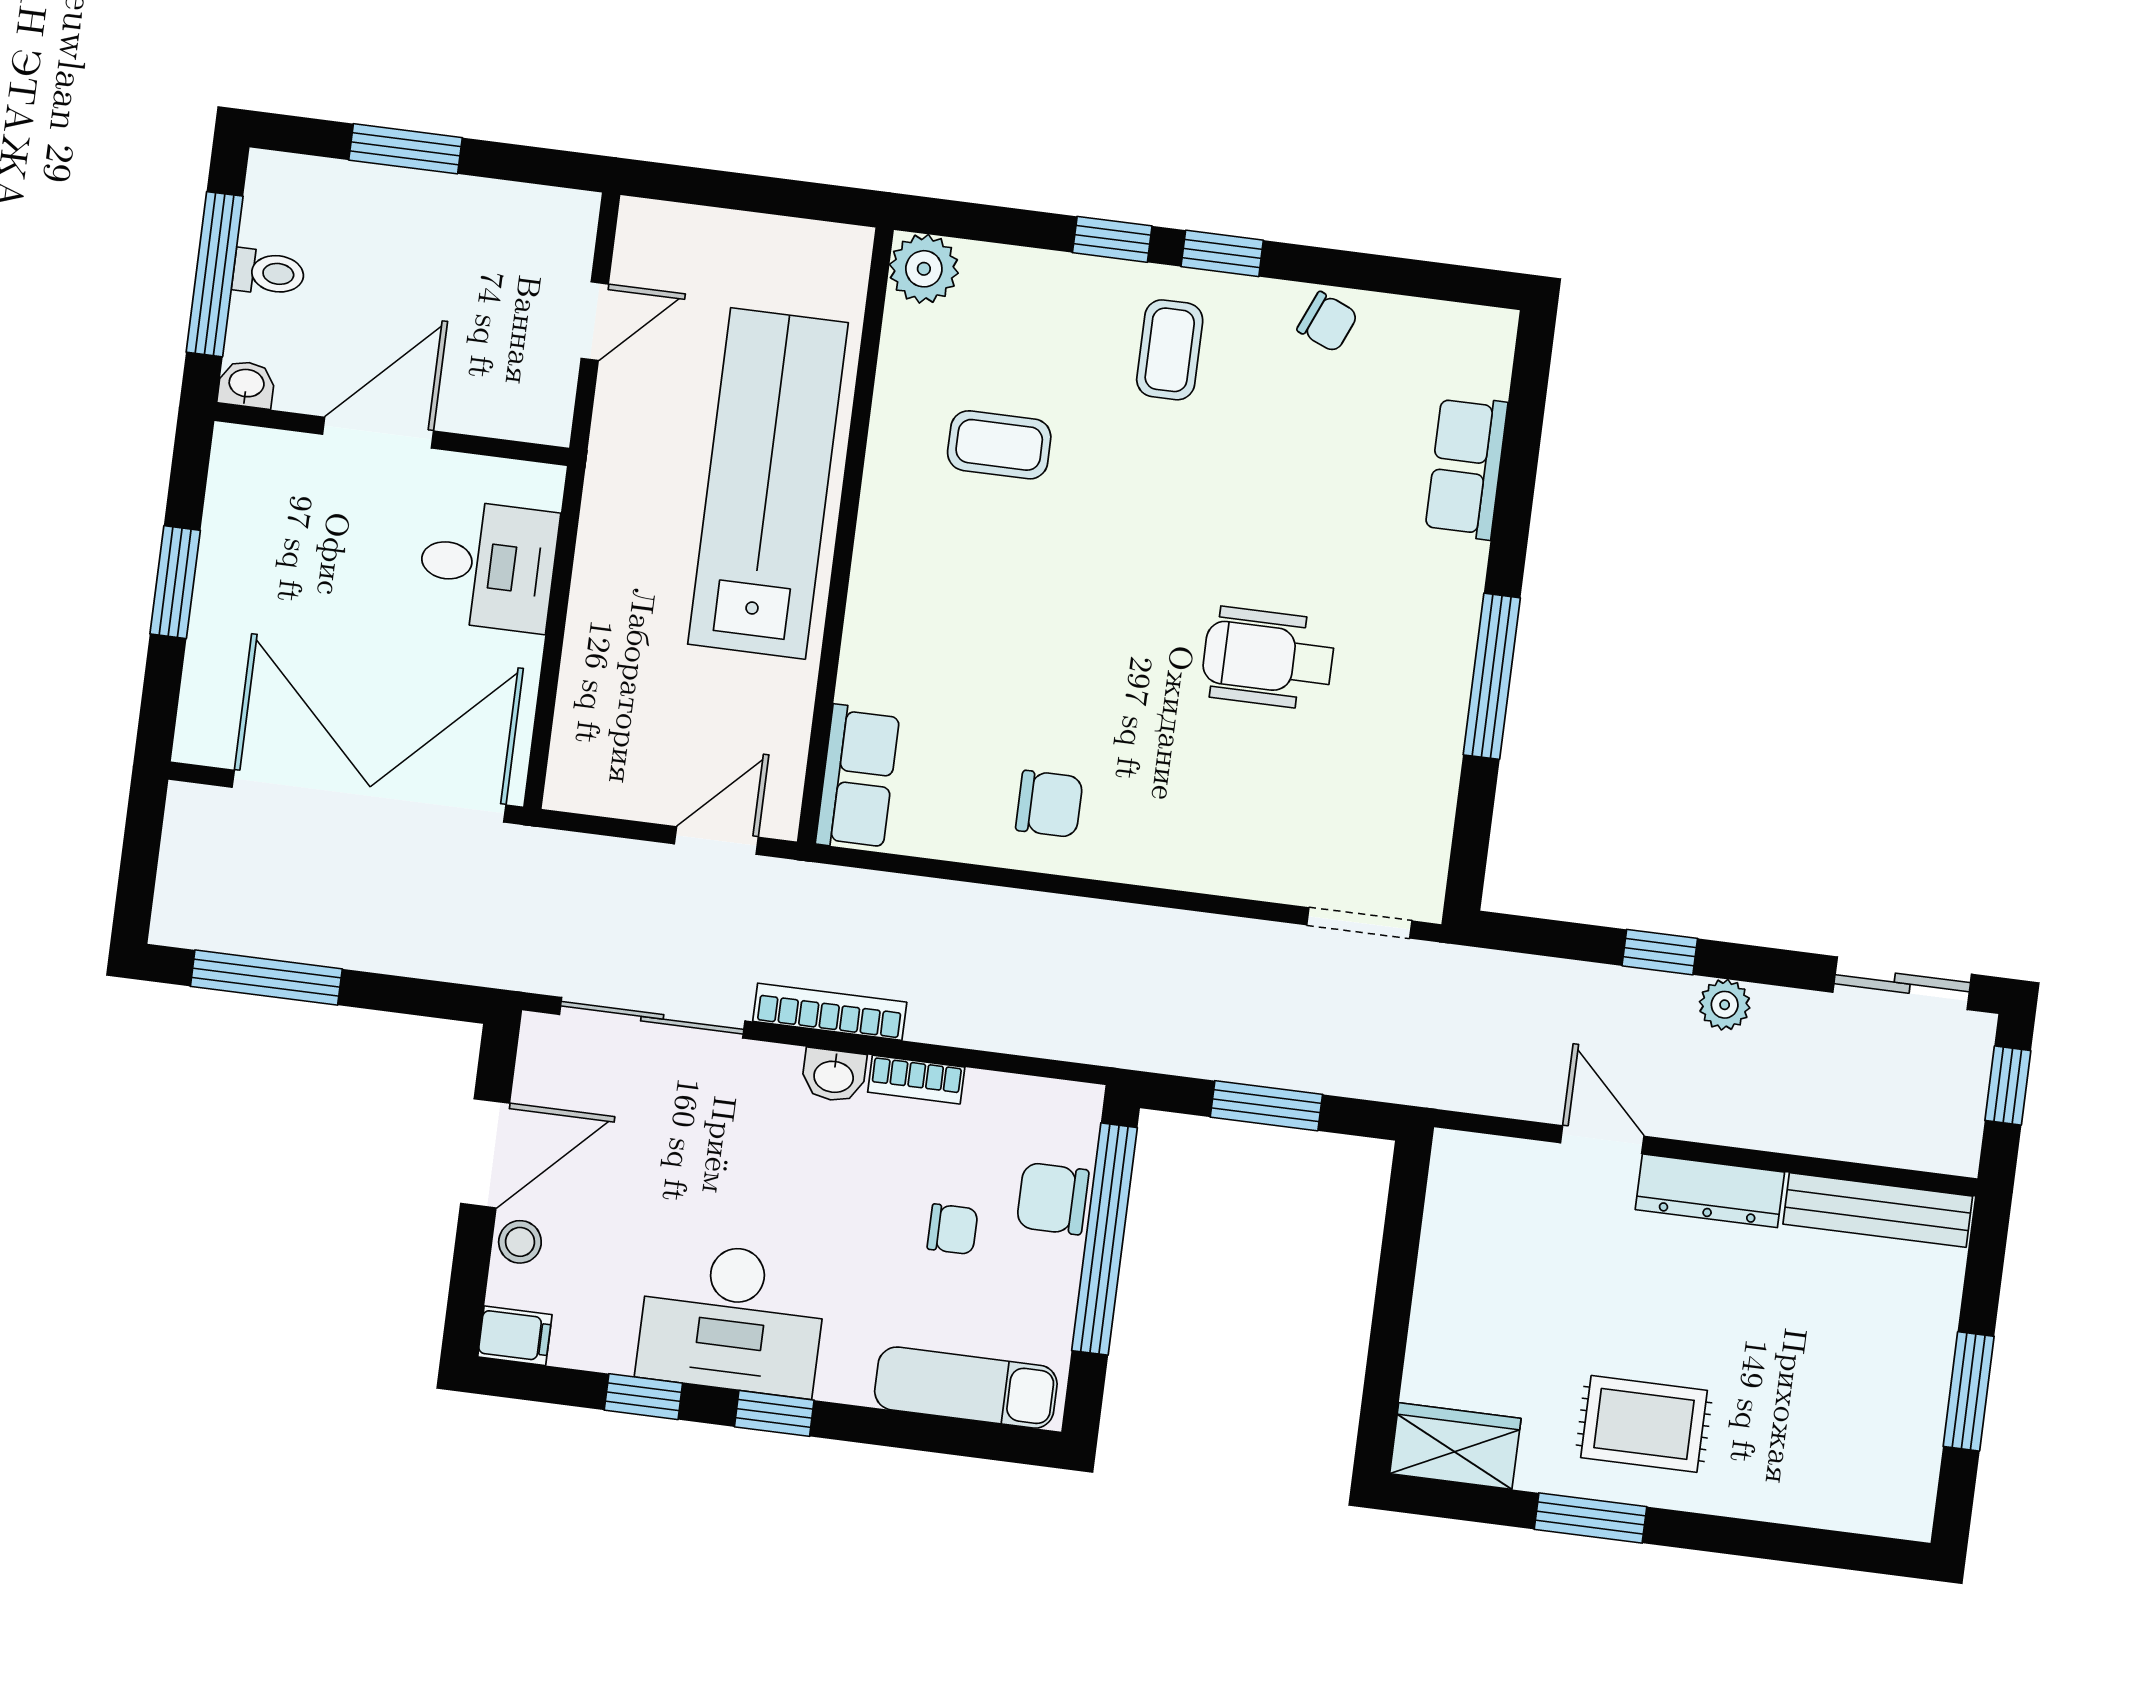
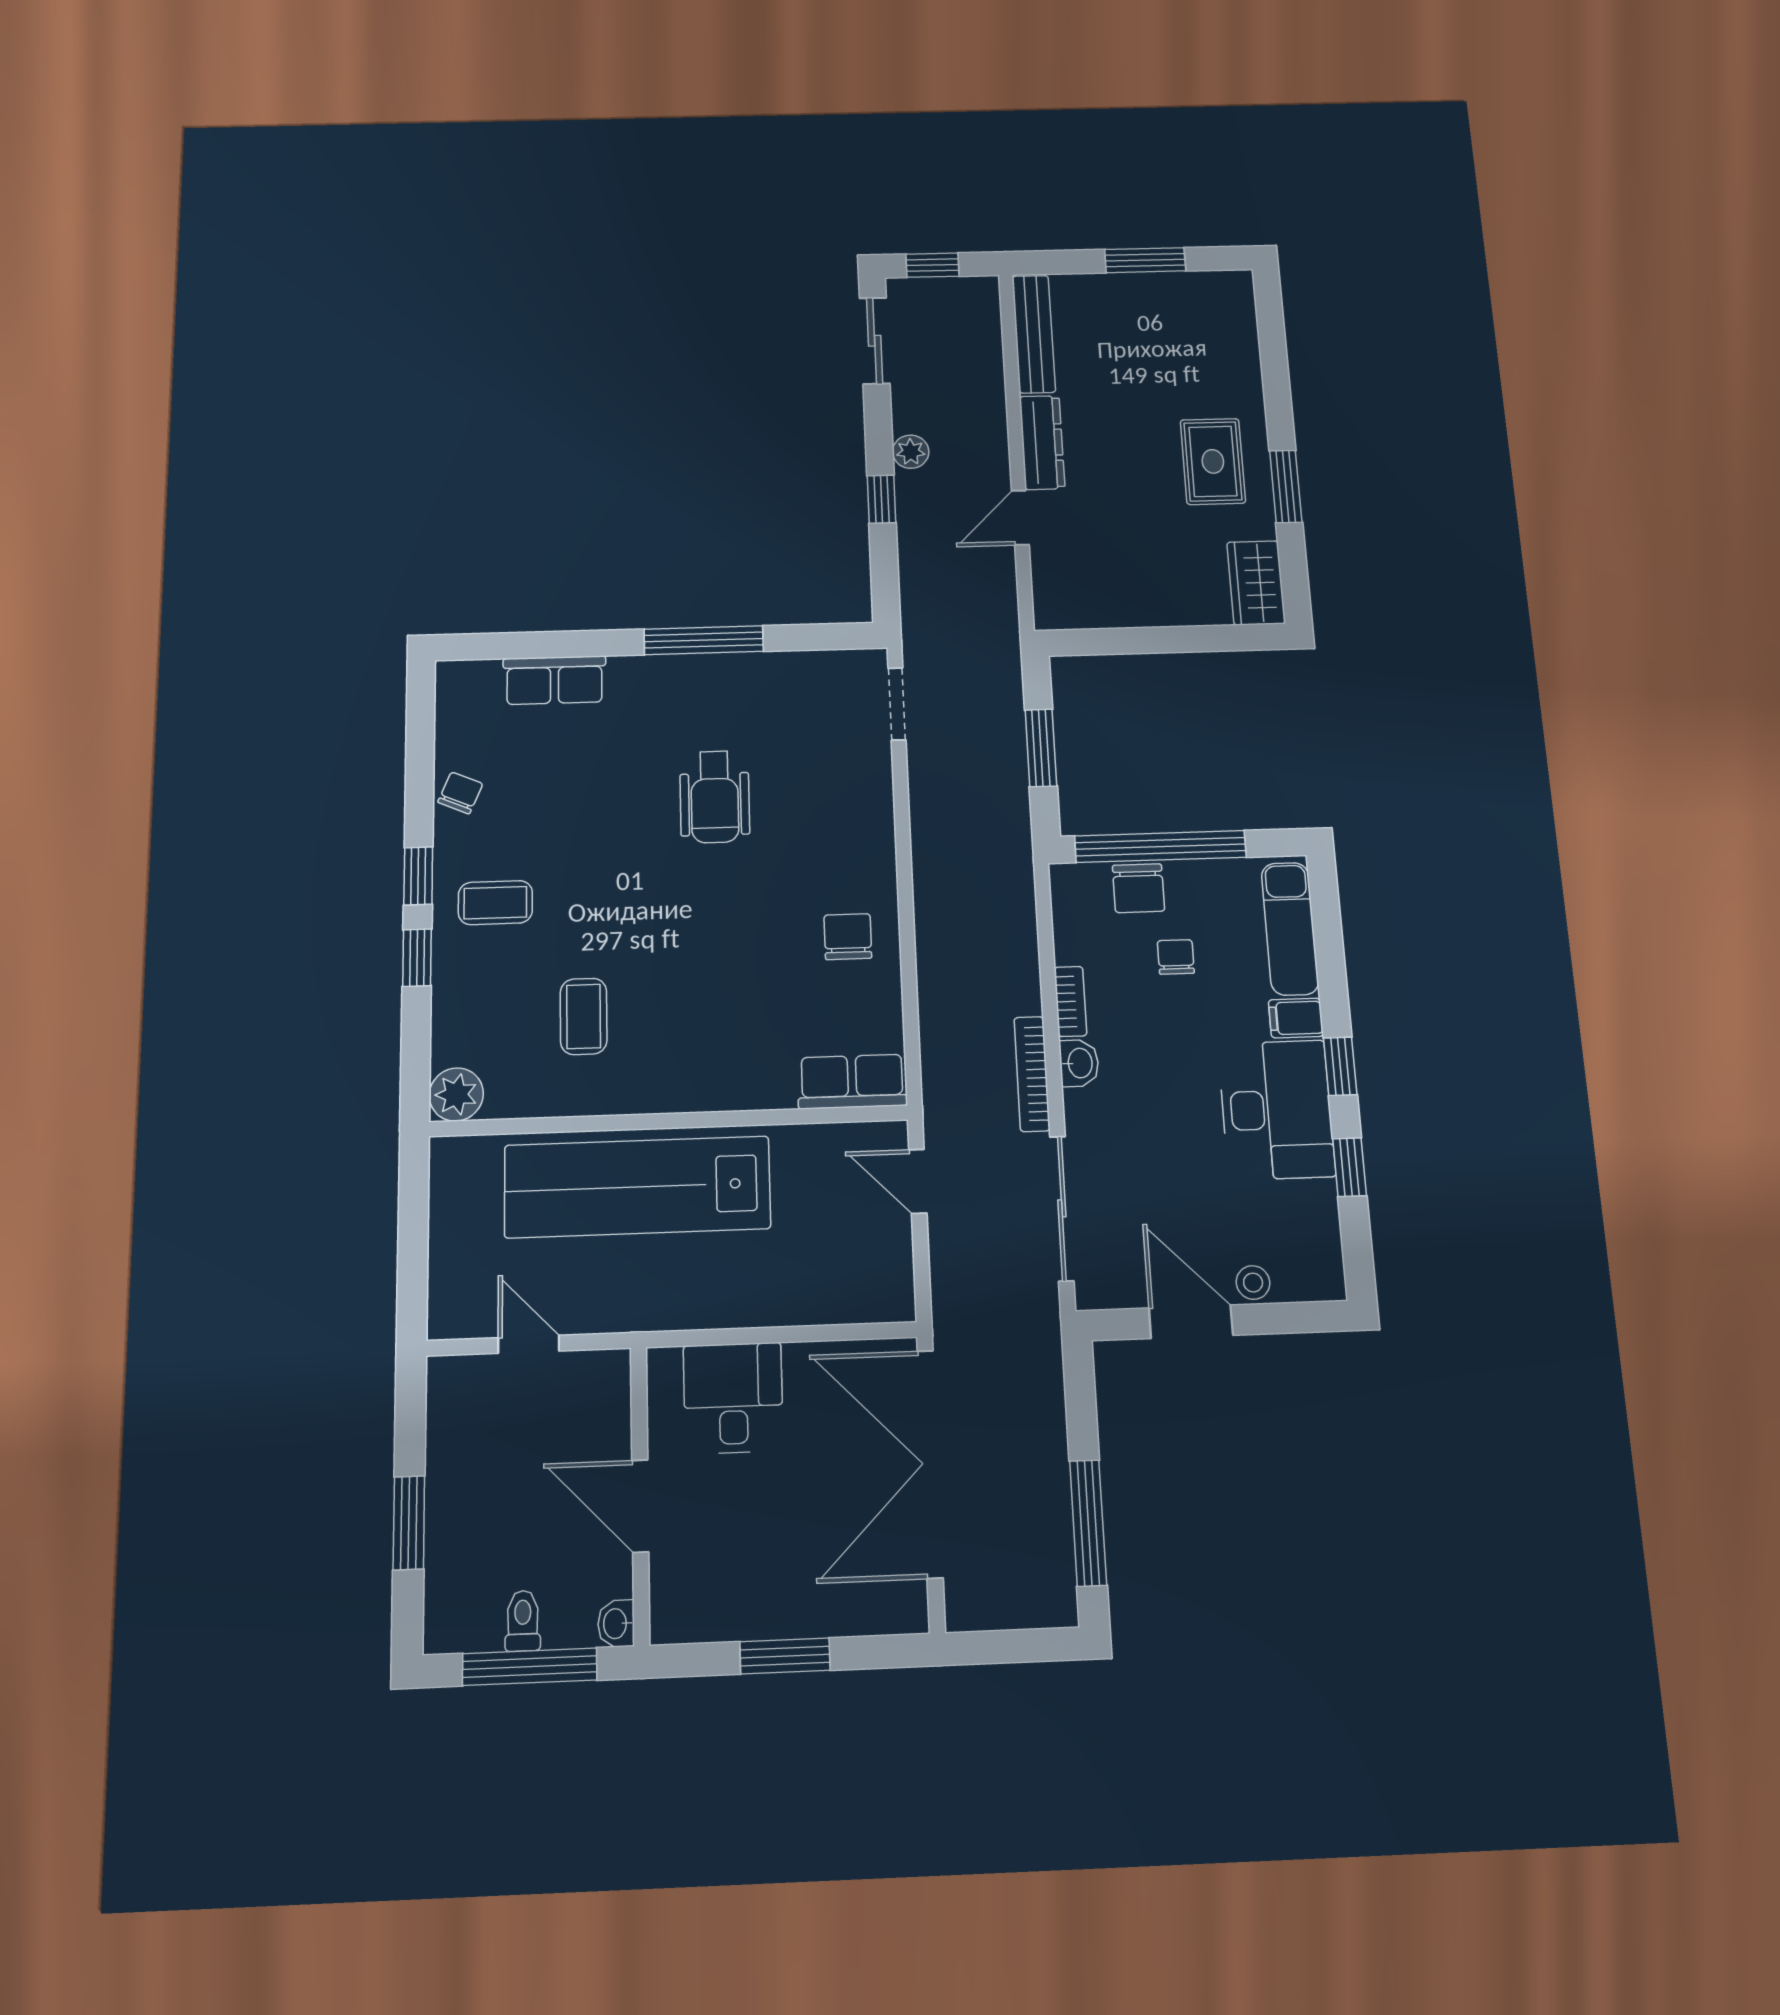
filing cabinet: (515, 1336) -> (1296, 1018), moved, turned -90

